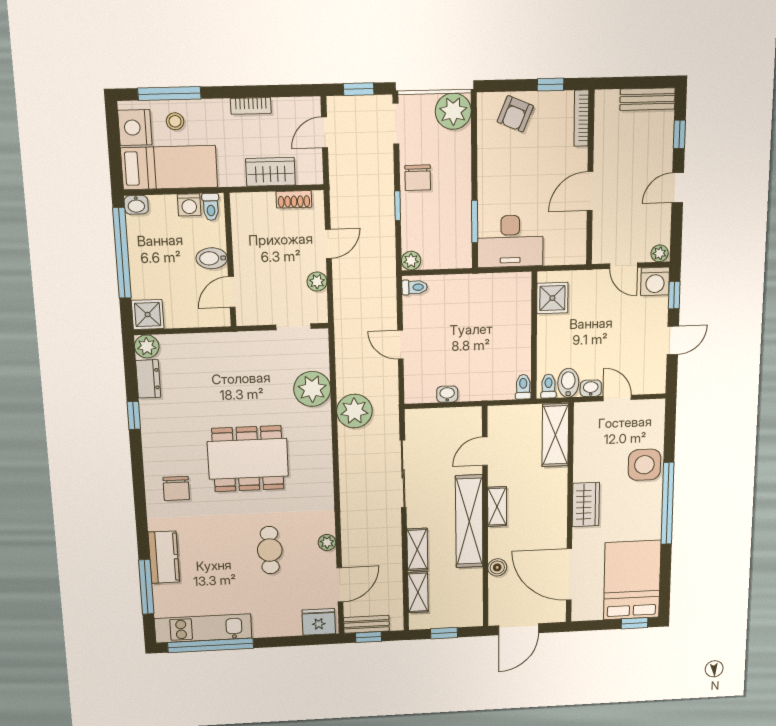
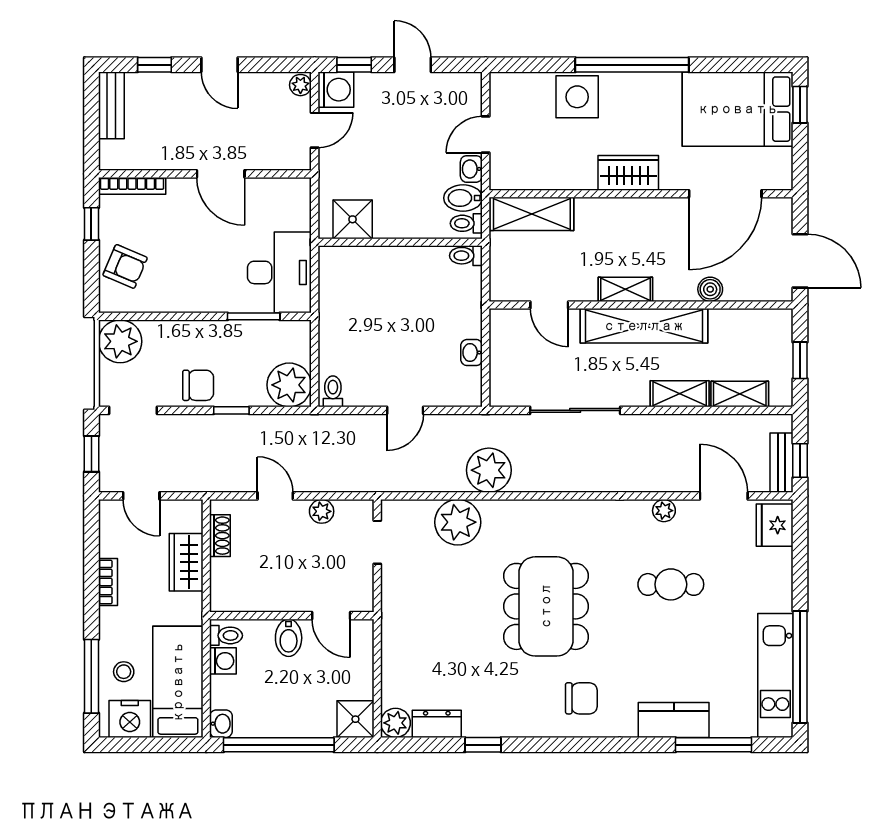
plant: (411, 261) -> (289, 385), width x1.88, depth x1.88

